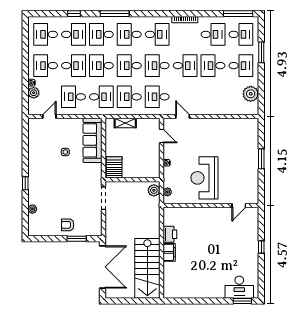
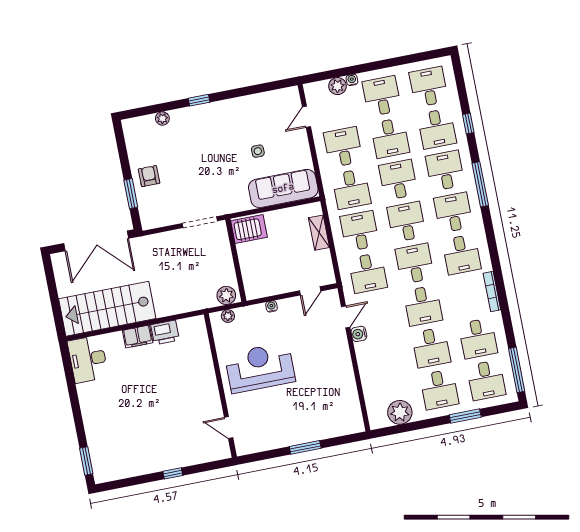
desk: (213, 66) -> (431, 348), turned 180
desk: (157, 97) -> (368, 273), turned 180
water cooler: (195, 110) -> (359, 334), added
door: (49, 117) -> (306, 117), swing flipped
desk: (239, 287) -> (88, 359), moved

